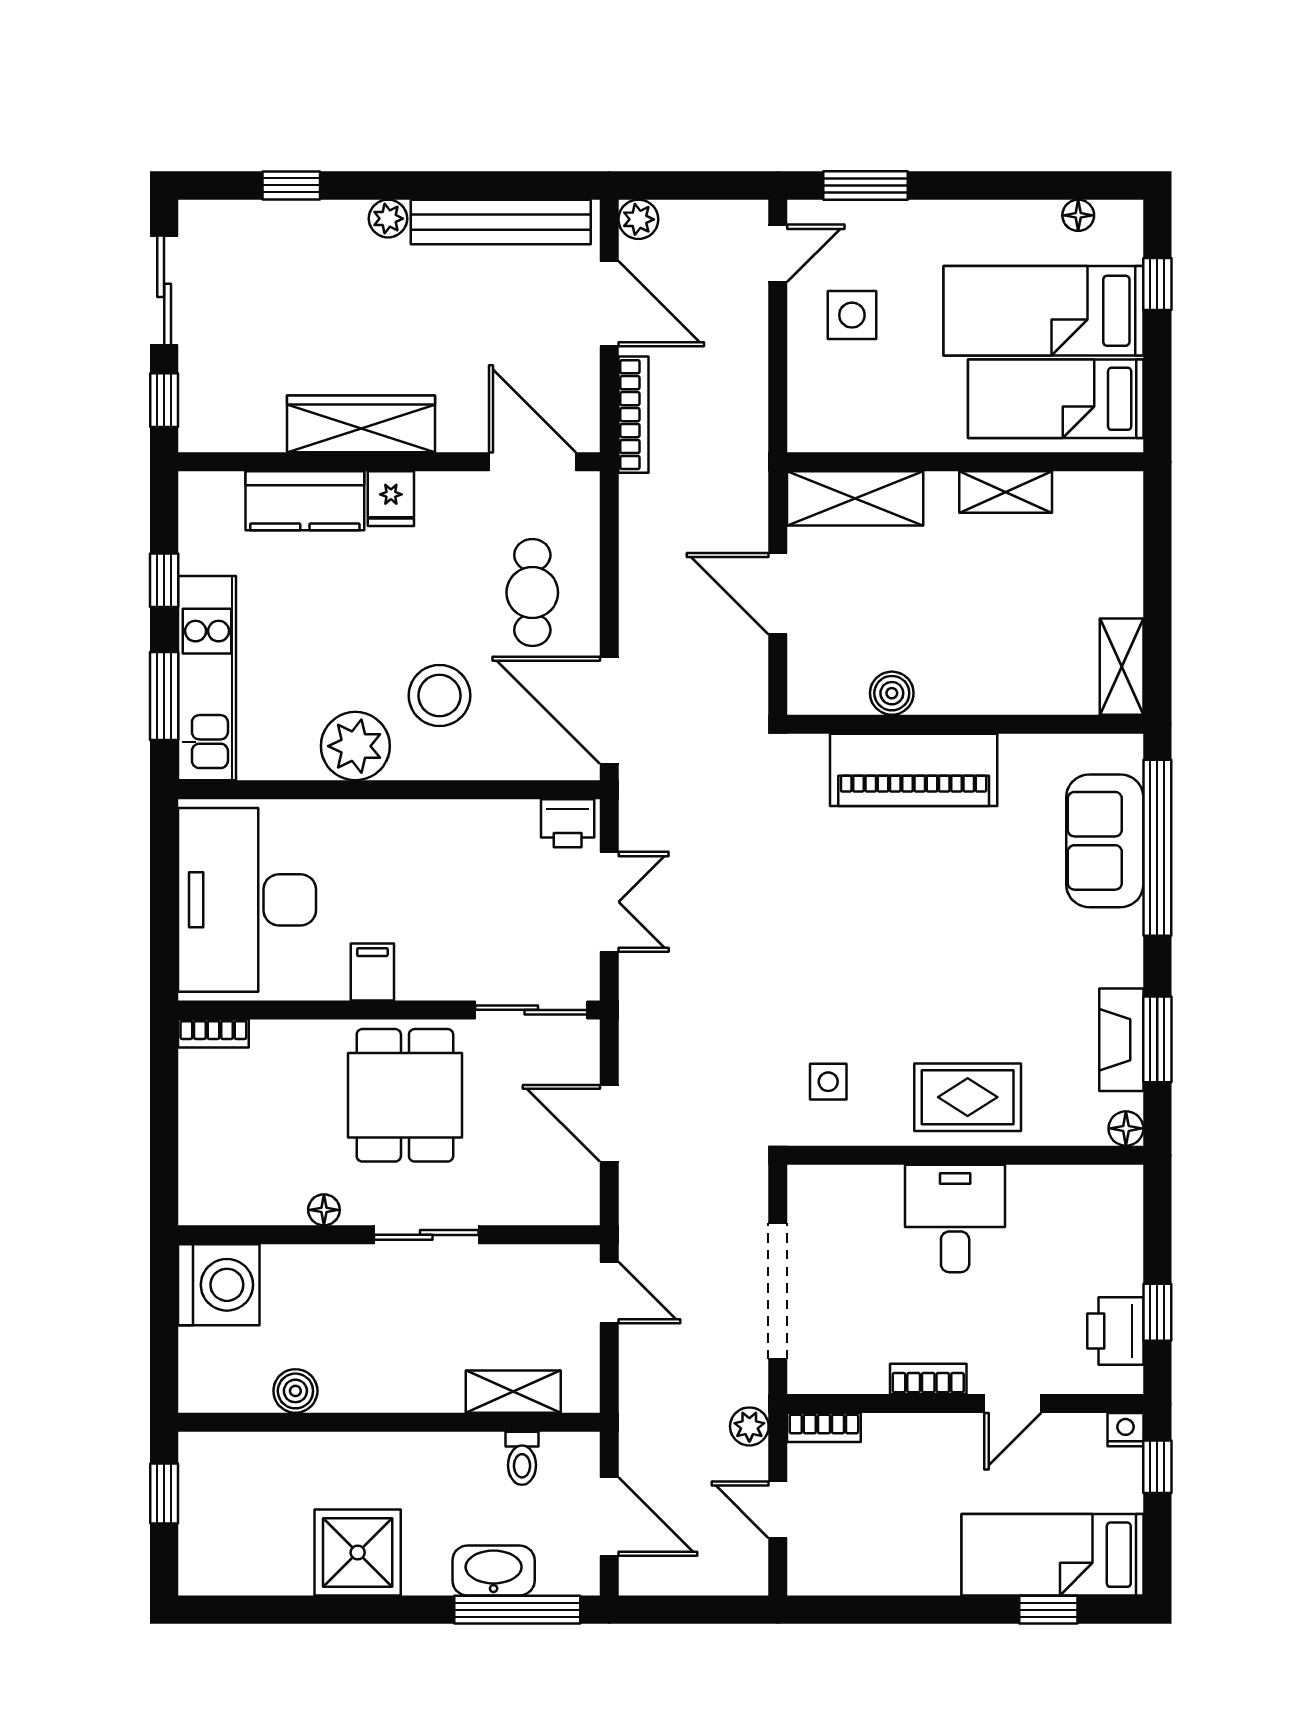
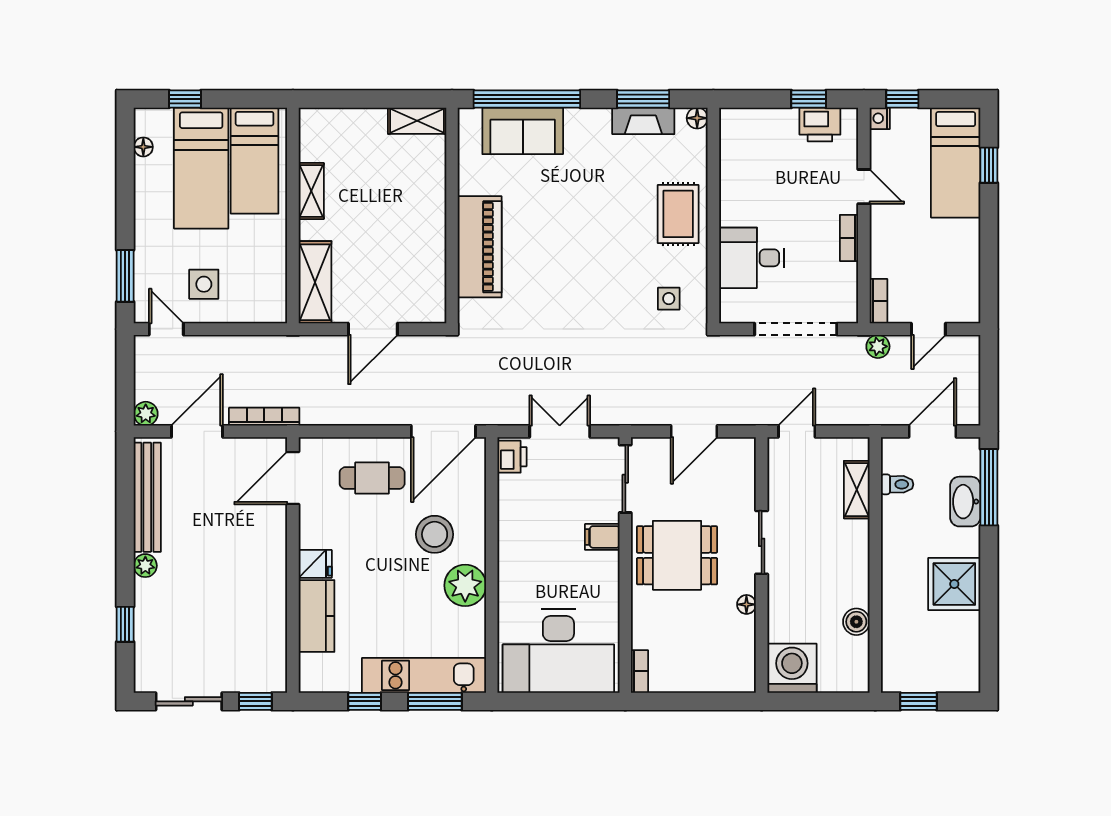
wardrobe: (361, 424) -> (270, 582), removed
boiler: (892, 693) -> (433, 260), removed
filing cabinet: (372, 972) -> (602, 537), moved
desk: (955, 1218) -> (752, 258), moved

